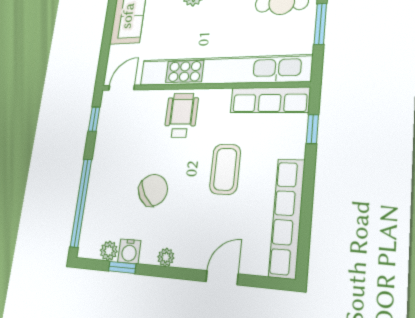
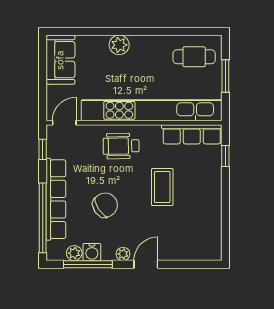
wheelchair: (181, 115) -> (121, 146), turned -91
row of seats: (287, 218) -> (56, 199), moved, turned 180
window: (122, 267) -> (88, 264), width x2.17
door: (222, 278) -> (146, 264), moved

